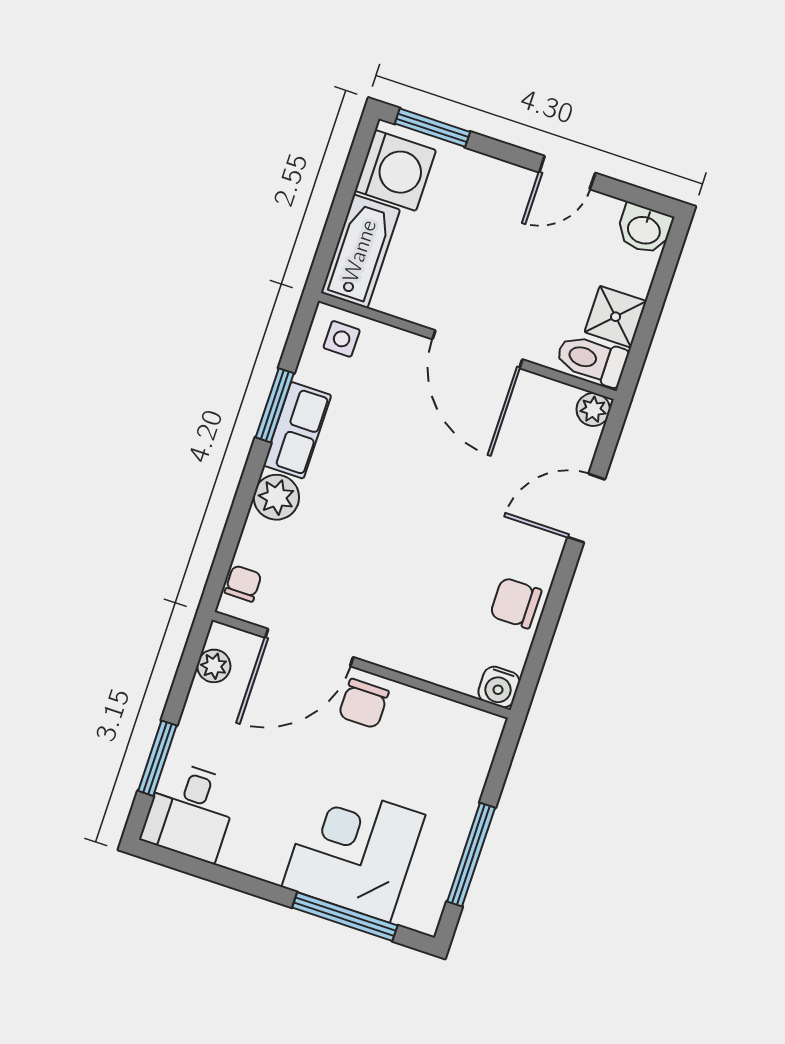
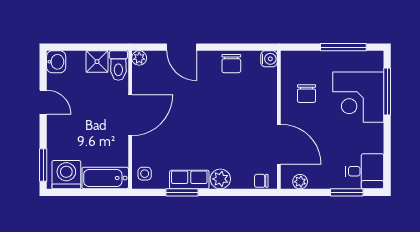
chair: (364, 704) -> (307, 94), moved, turned 90

